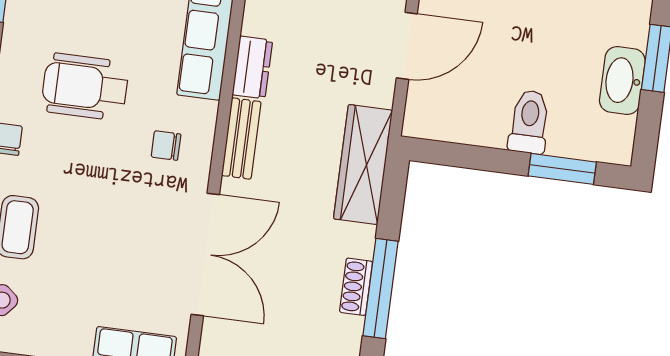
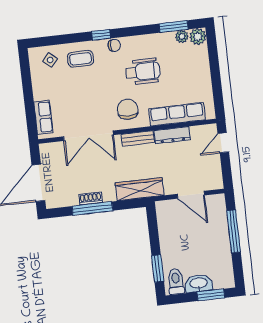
dresser: (252, 67) -> (172, 135), width x1.44
wheelchair: (85, 87) -> (143, 71), turned 90
toilet: (529, 122) -> (176, 282), moved, turned -90
chair: (166, 145) -> (128, 109), width x1.87, depth x1.87

